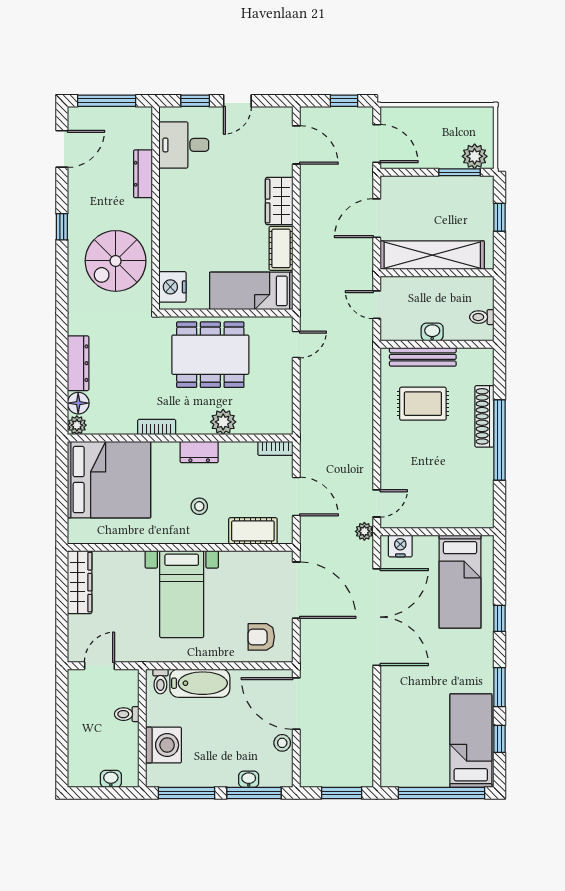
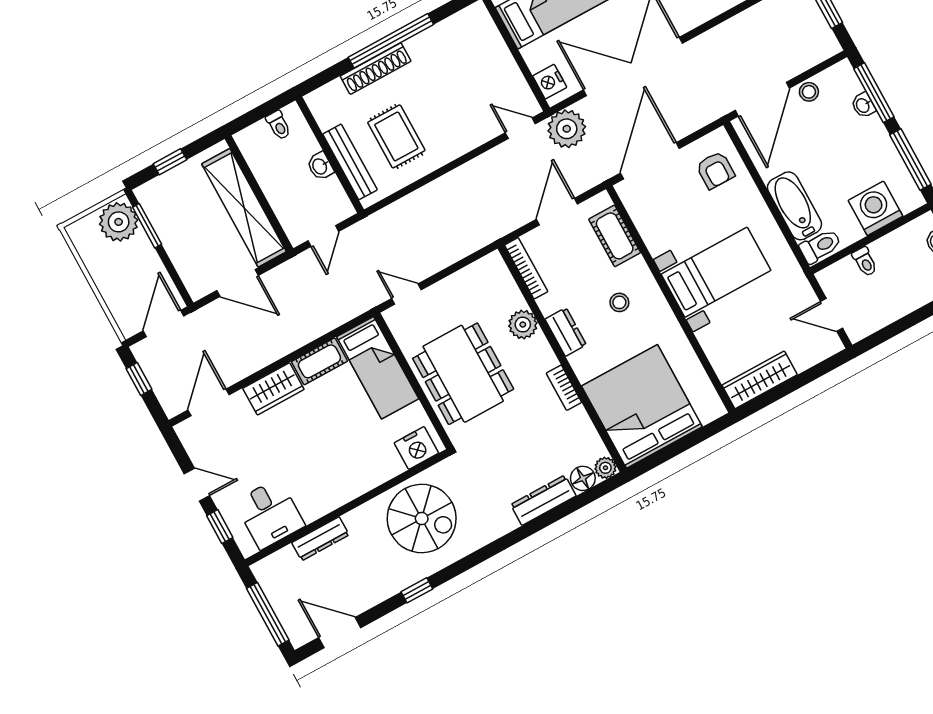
plant: (475, 156) -> (119, 222), width x1.36, depth x1.36
bookcase: (275, 448) -> (526, 268), width x1.56
plant: (364, 531) -> (567, 129), width x1.88, depth x1.88
toilet: (160, 681) -> (820, 246), width x1.37, depth x1.39

